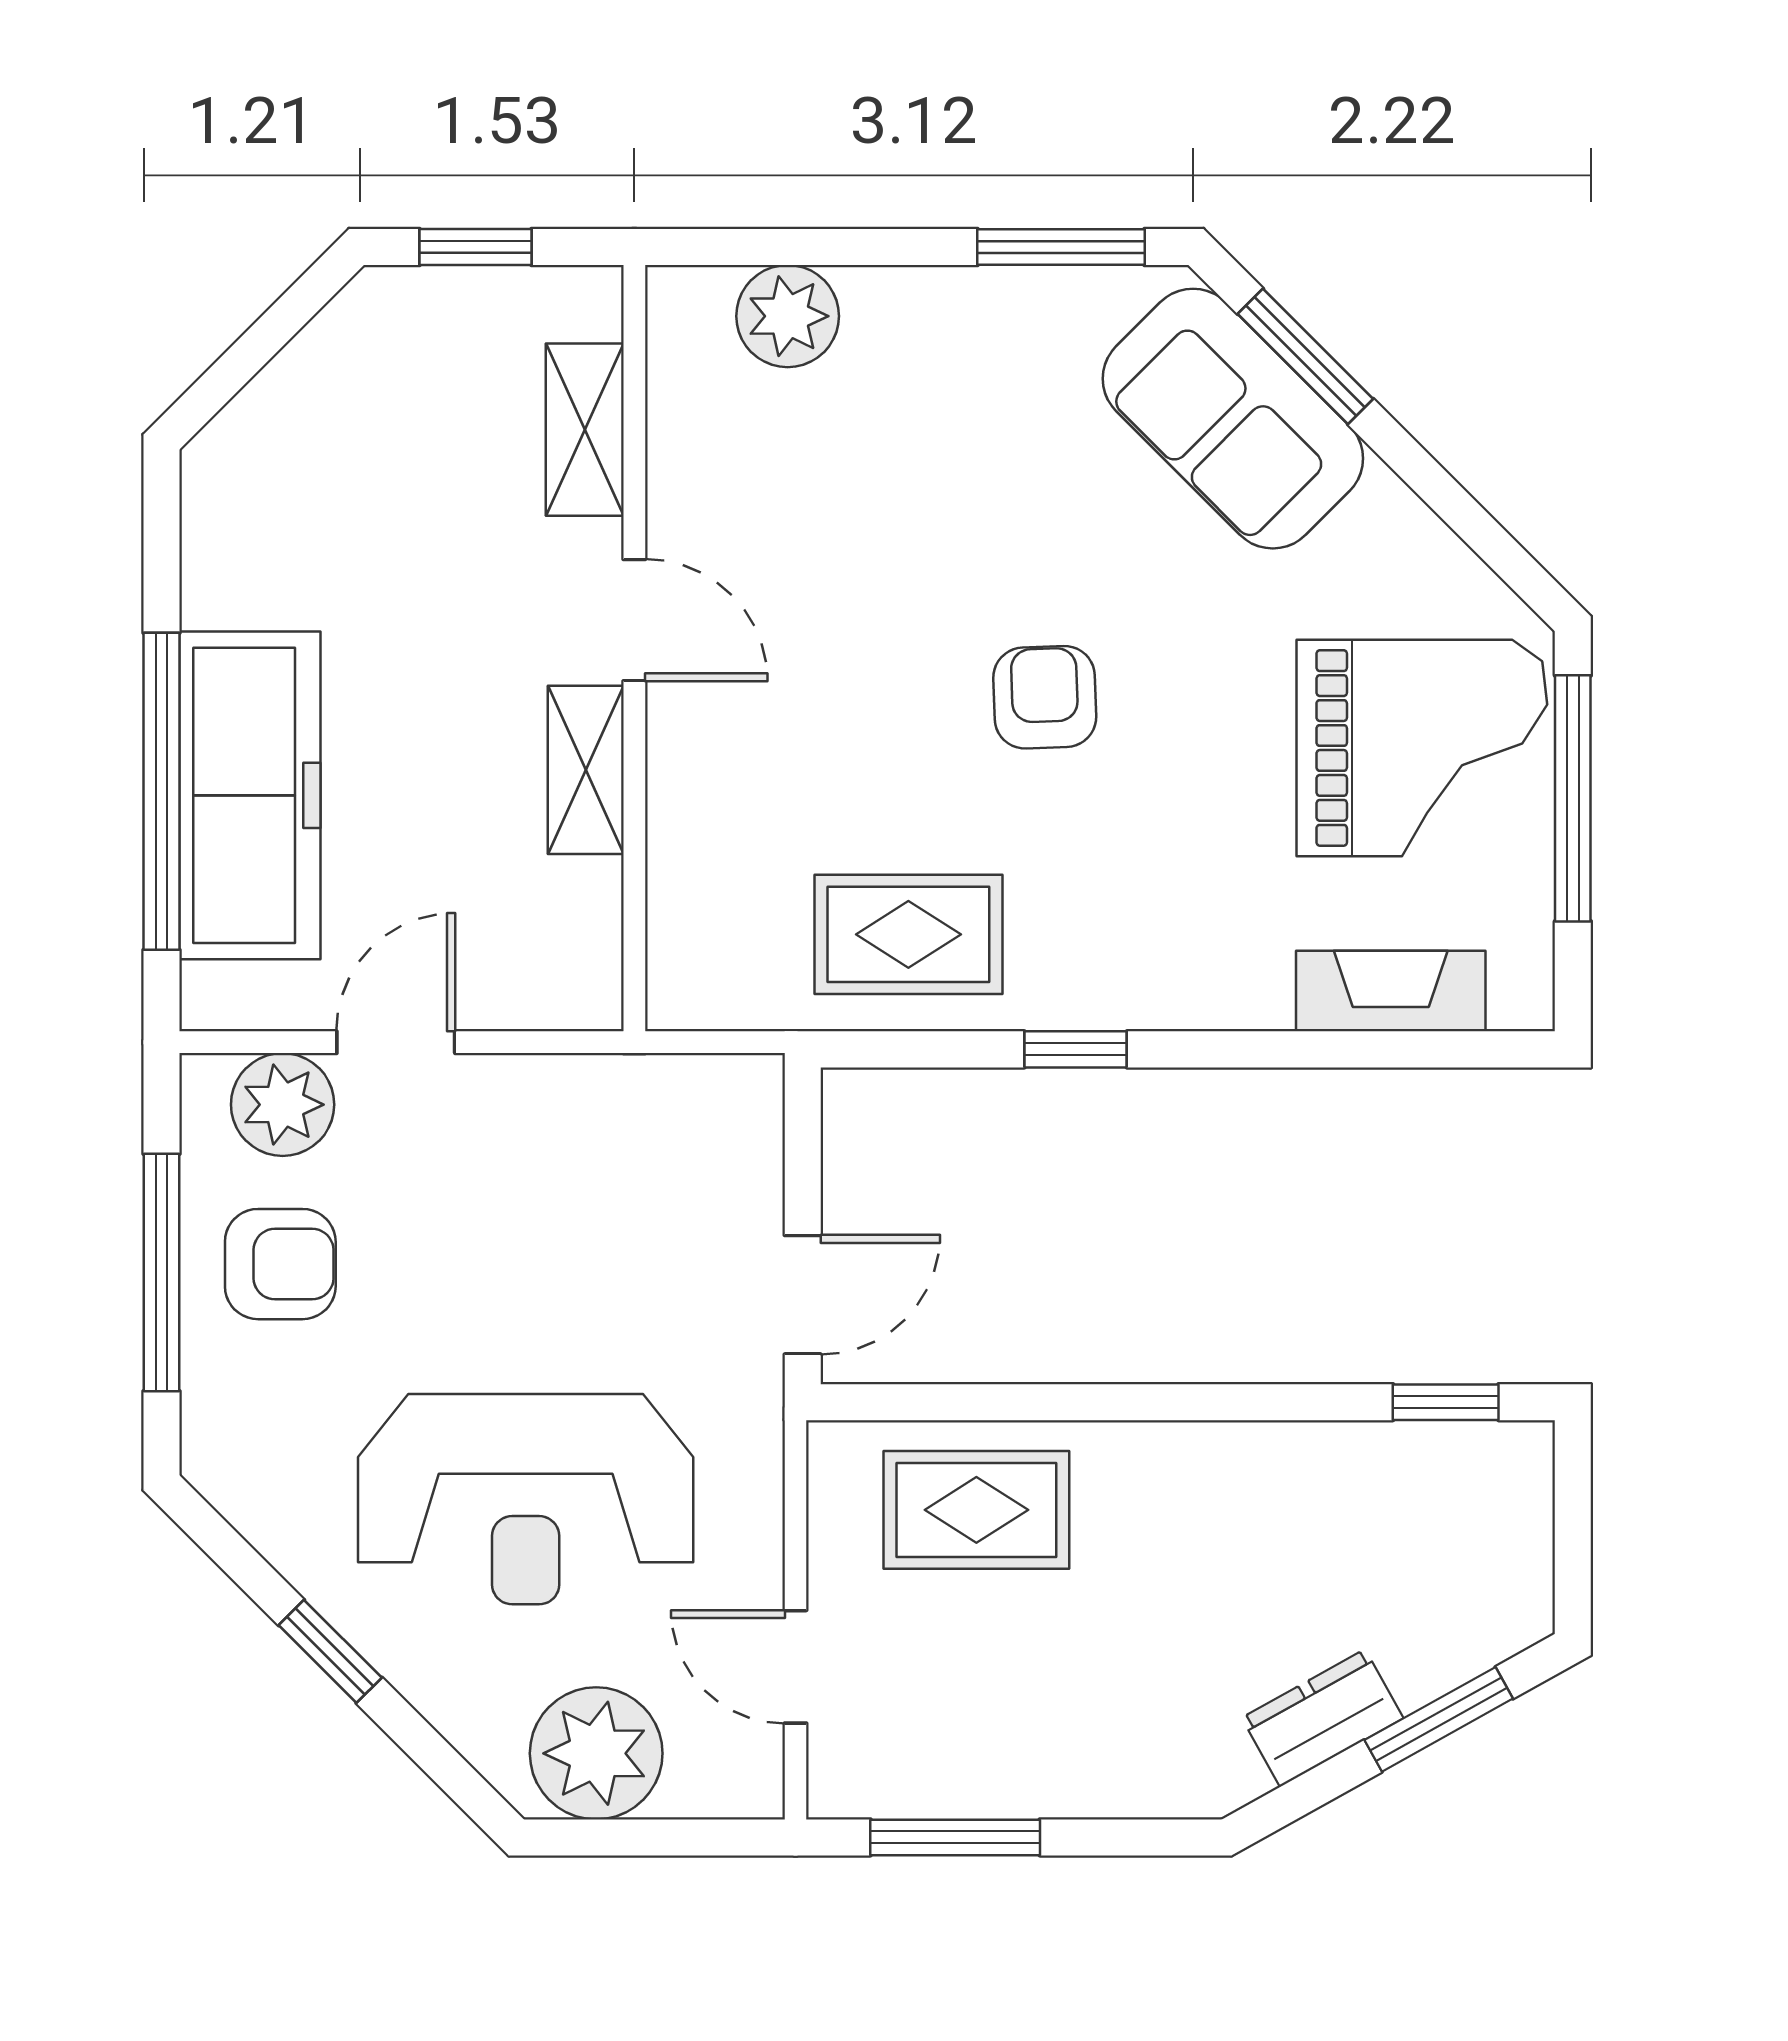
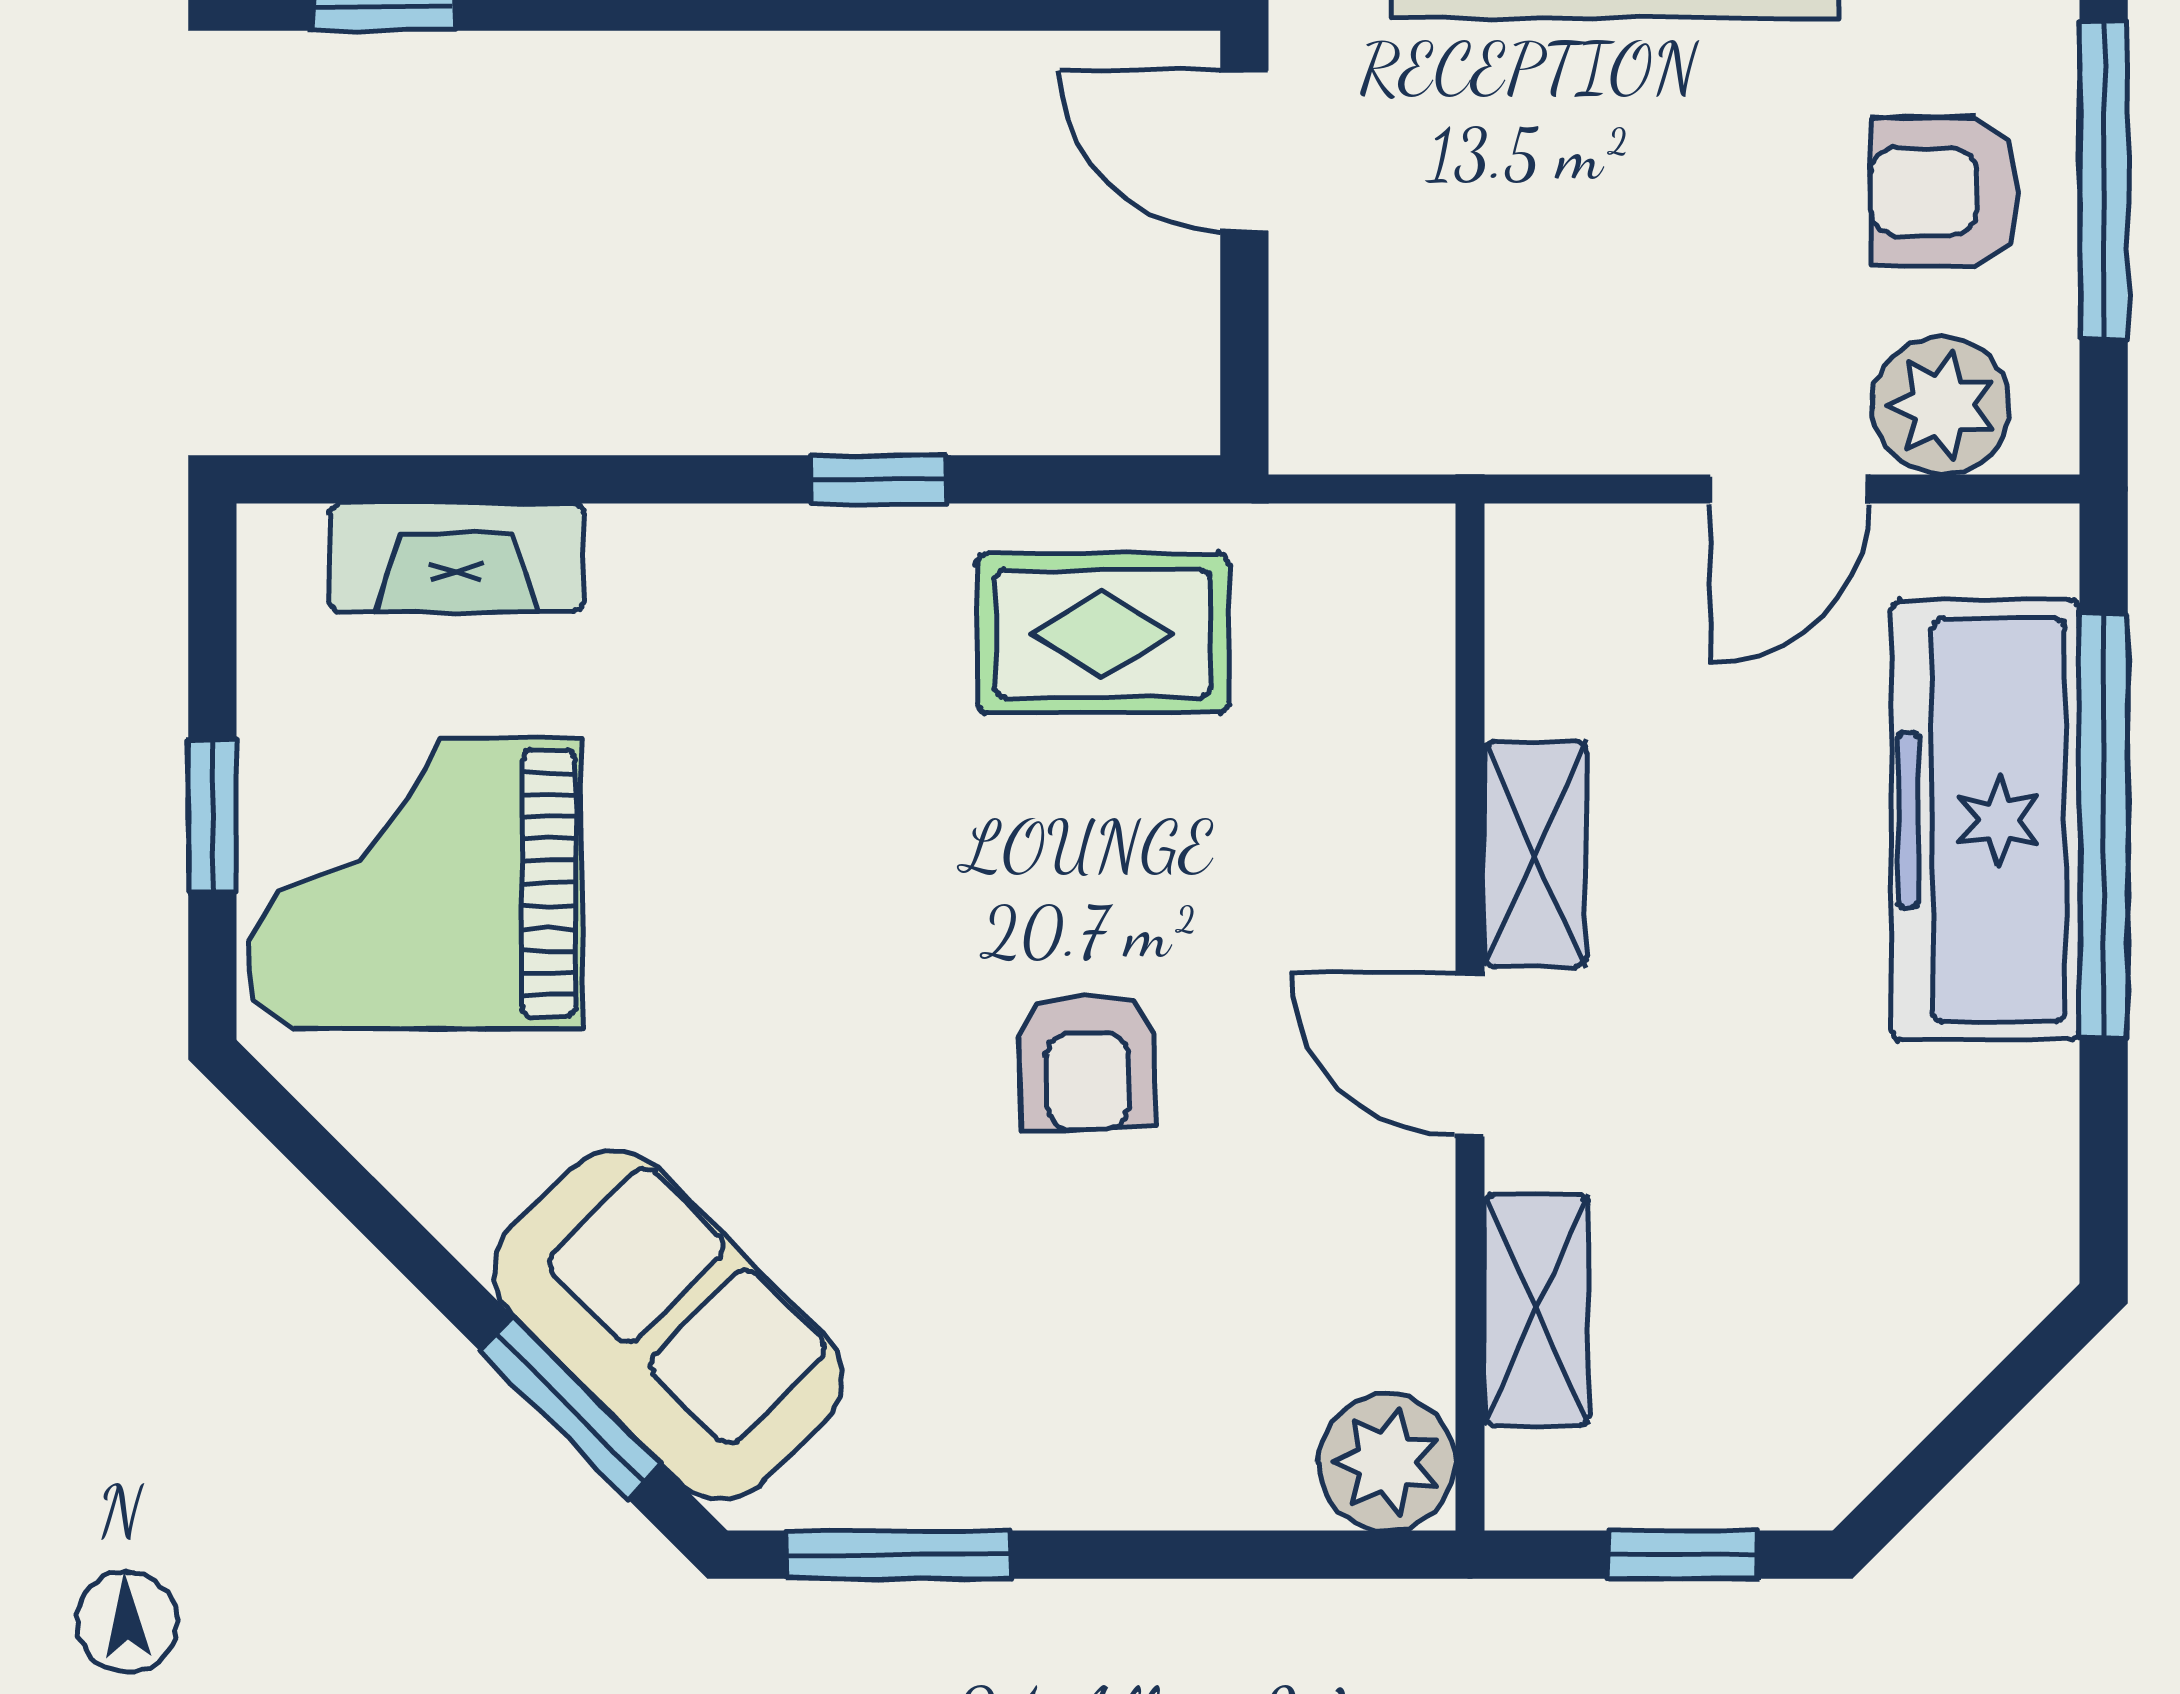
plant: (788, 316) -> (1387, 1462), moved
armchair: (1045, 697) -> (1087, 1062), moved
window: (1573, 798) -> (212, 816), width x0.46
door: (803, 1295) -> (1244, 151), hinge flipped

